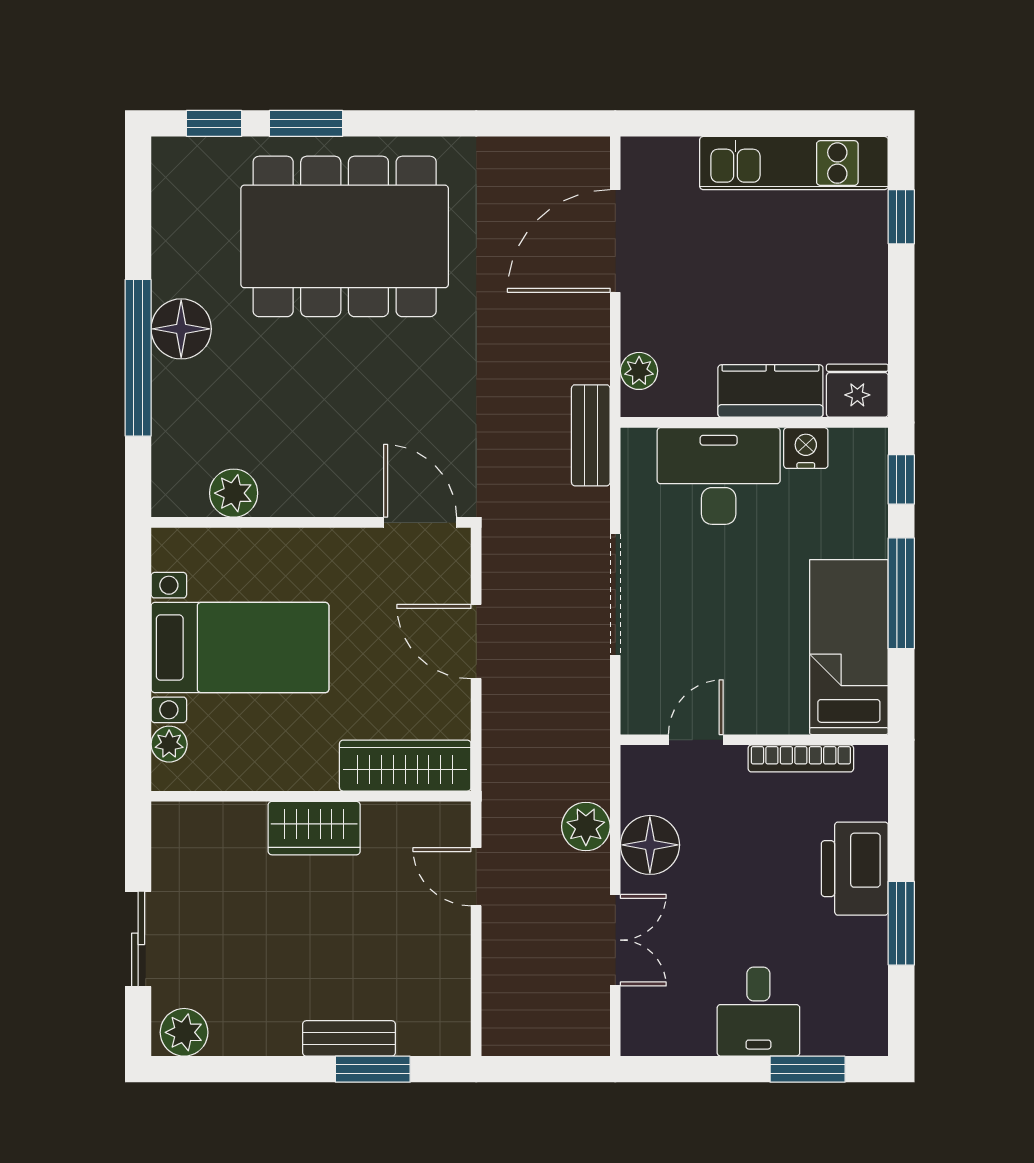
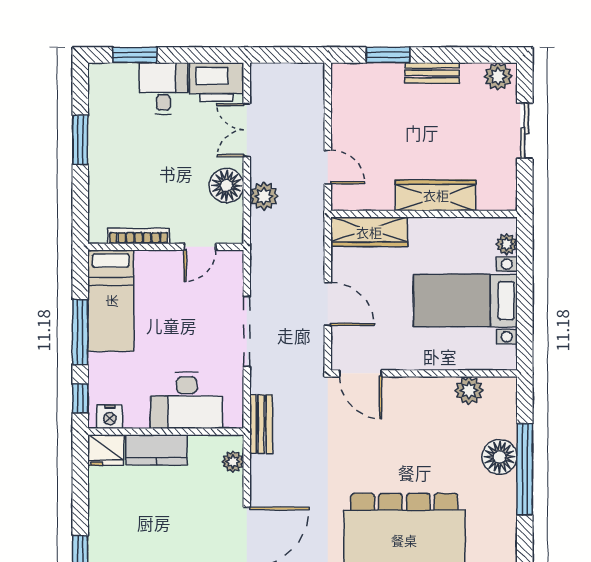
floor lamp: (181, 329) -> (500, 457), moved
nightstand: (806, 448) -> (110, 417), moved
wardrobe: (314, 828) -> (436, 195), width x1.50
printer: (855, 869) -> (217, 82), moved, turned 90
bench: (349, 1038) -> (432, 73), moved

